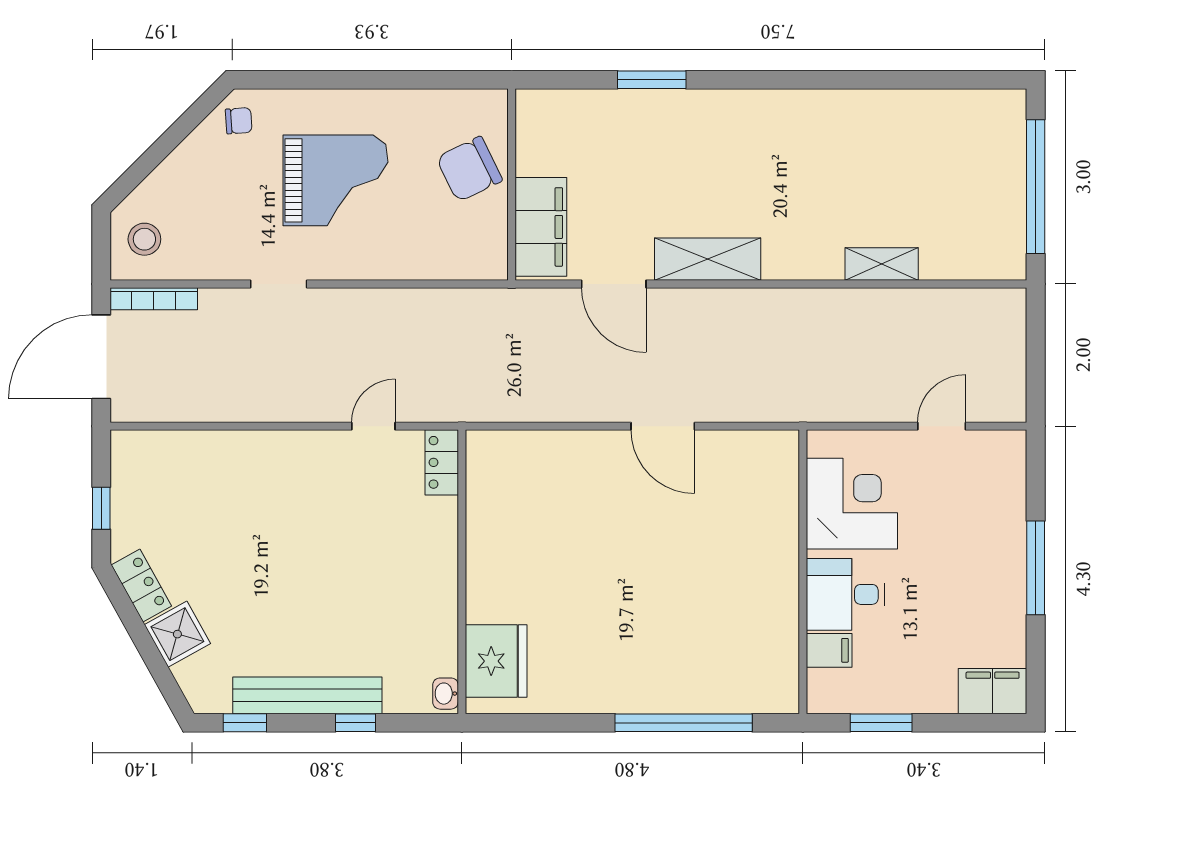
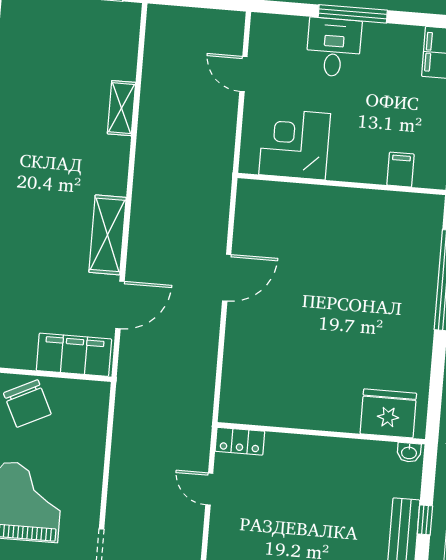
desk: (845, 594) -> (334, 47), moved, turned 180

